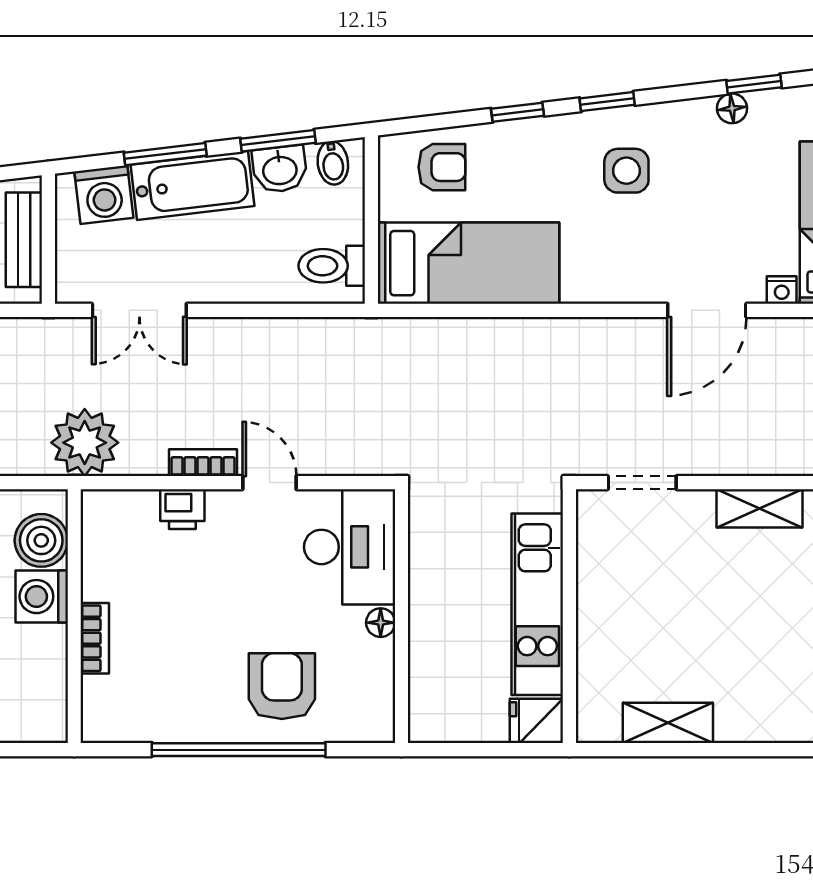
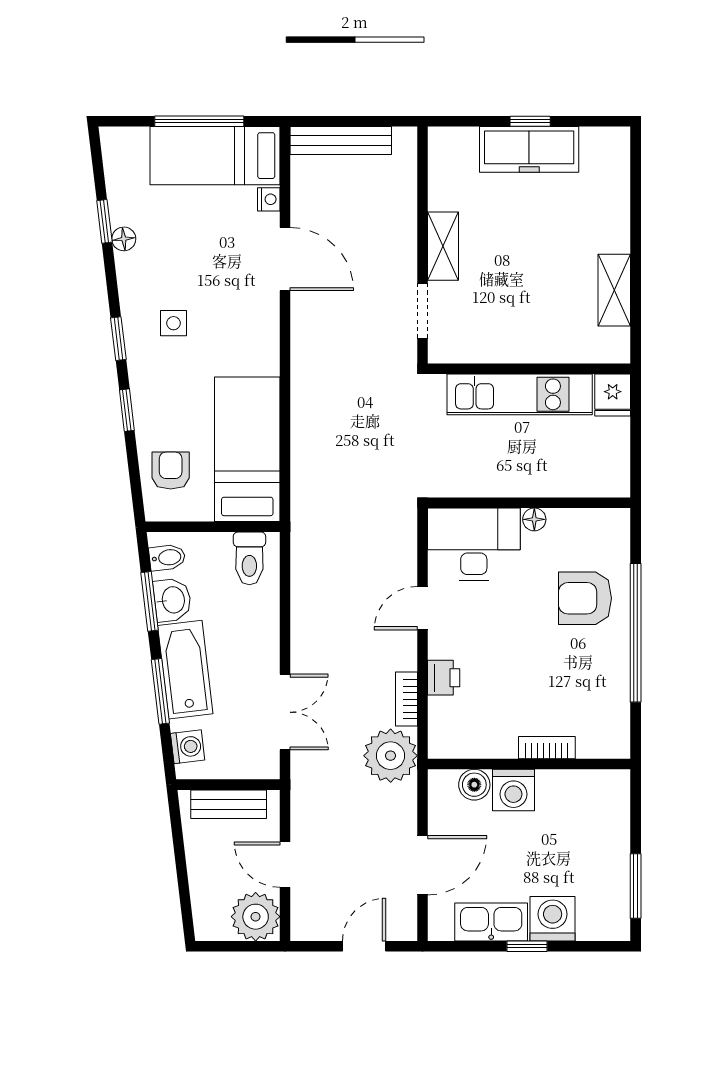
side table: (626, 171) -> (174, 323), width x0.73, depth x0.73
washing machine: (104, 195) -> (188, 747), width x0.73, depth x0.73
bookcase: (203, 463) -> (407, 699), moved
shelving: (760, 508) -> (443, 246), moved
boiler: (41, 540) -> (474, 785), width x0.73, depth x0.73

